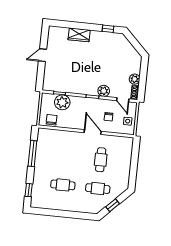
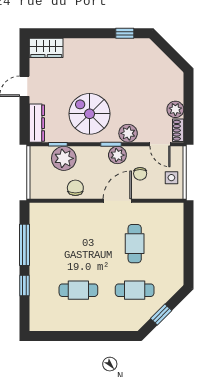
wardrobe: (79, 35) -> (46, 48), moved
spiral stairs: (81, 76) -> (90, 114), added
dresser: (48, 79) -> (37, 123), added
plant: (96, 104) -> (117, 155), added
chair: (52, 120) -> (75, 188), moved
door: (93, 132) -> (117, 201), hinge flipped
window: (29, 190) -> (25, 286), moved

